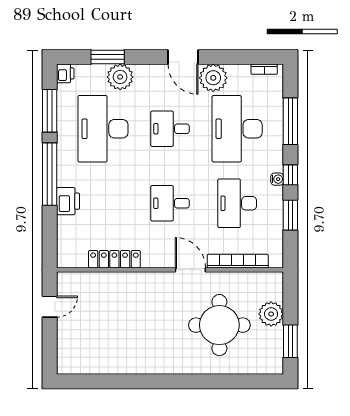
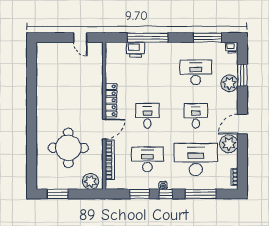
desk: (103, 129) -> (196, 72), width x0.73, depth x0.77
window: (50, 174) -> (148, 38), moved
printer: (68, 201) -> (136, 50), moved
locker: (114, 259) -> (111, 100), moved
plant: (271, 314) -> (91, 181), moved

